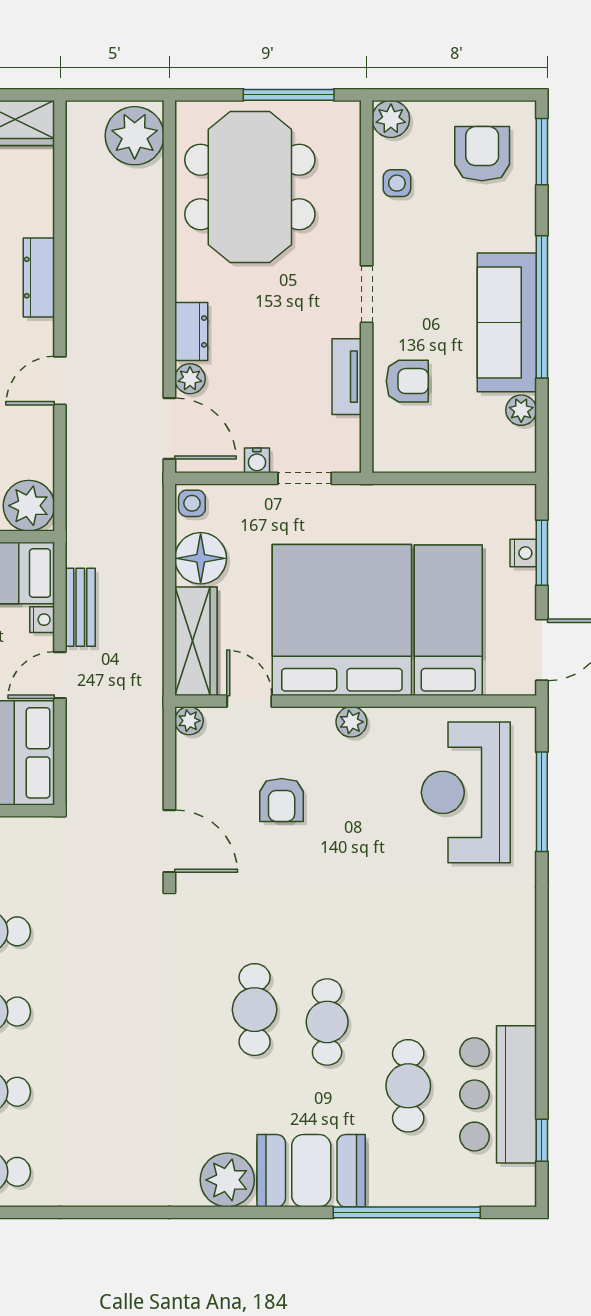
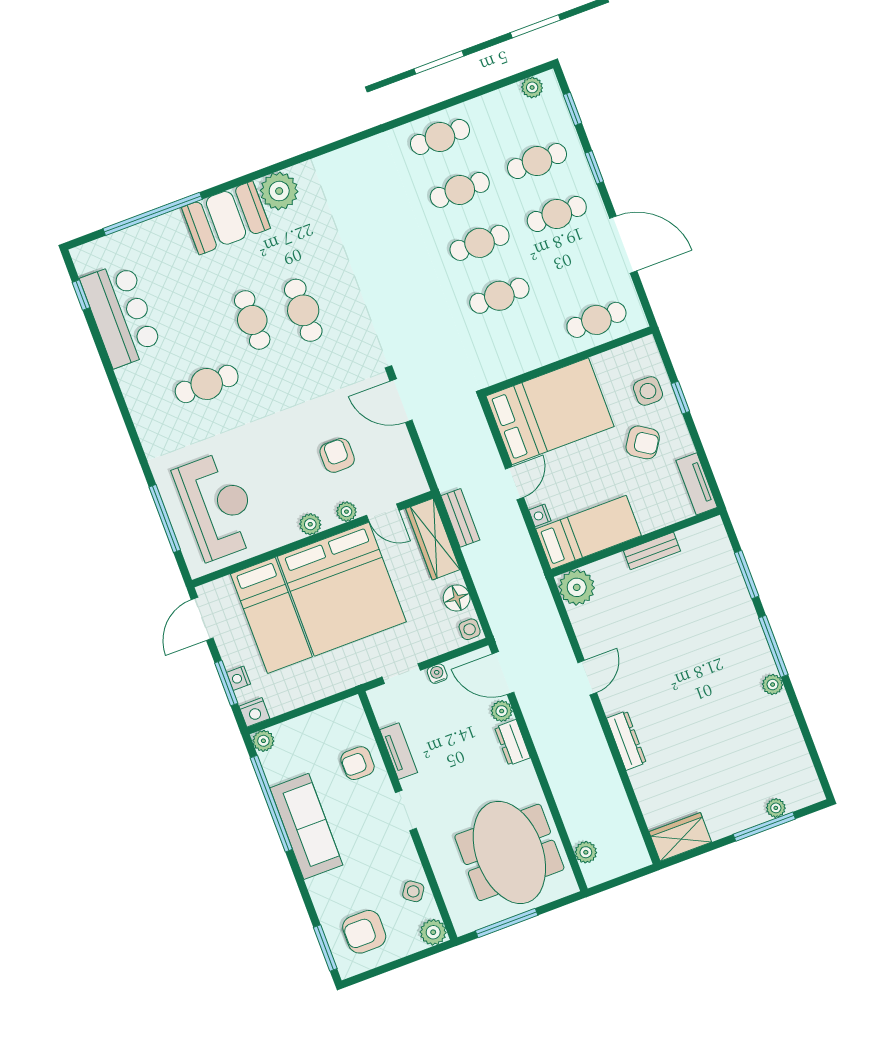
plant: (135, 136) -> (586, 852), width x0.53, depth x0.53
armchair: (482, 154) -> (364, 932), turned 90
side table: (397, 183) -> (413, 891), turned 35
window: (542, 307) -> (271, 804), moved
plant: (521, 410) -> (263, 741), moved
nightstand: (519, 500) -> (254, 712), added
floor lamp: (201, 558) -> (457, 598), width x0.73, depth x0.73
bench: (80, 607) -> (460, 518), moved
plant: (189, 721) -> (346, 512), moved
cafe table: (408, 1086) -> (207, 384), moved, turned 90

